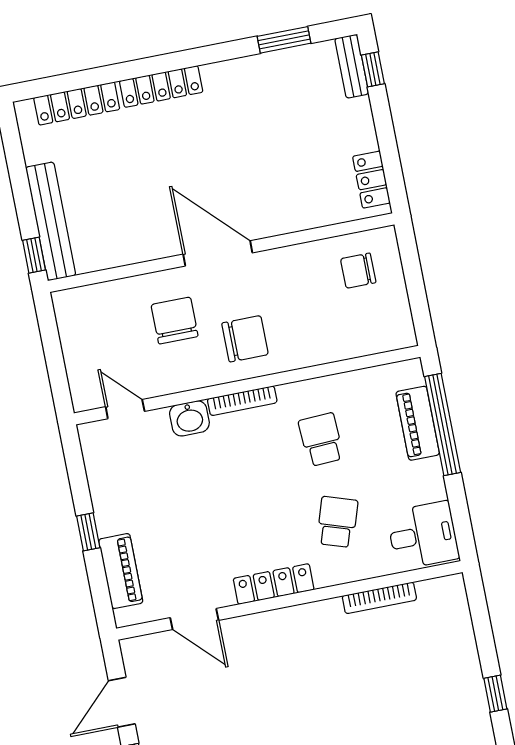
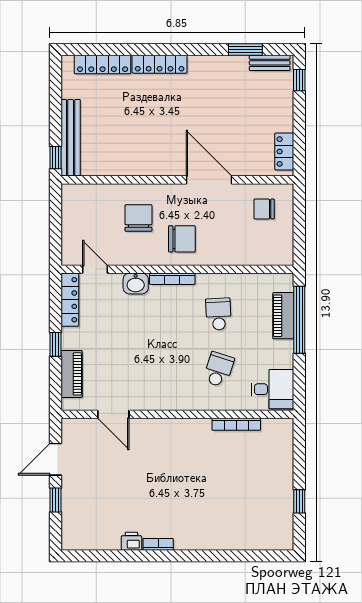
bench: (352, 66) -> (270, 63), moved, turned 90
door: (218, 253) -> (209, 180), moved
locker: (274, 584) -> (70, 300), moved, turned 90

